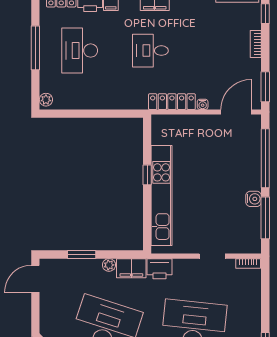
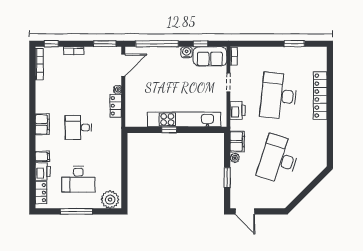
desk: (150, 51) -> (78, 128), turned 90
plant: (46, 100) -> (110, 200), width x1.87, depth x1.87
locker: (172, 102) -> (116, 106), width x0.66
door: (236, 112) -> (123, 65), swing flipped
window: (265, 218) -> (201, 44), width x0.46
sofa: (248, 231) -> (210, 56), added
printer: (160, 269) -> (238, 110), moved

